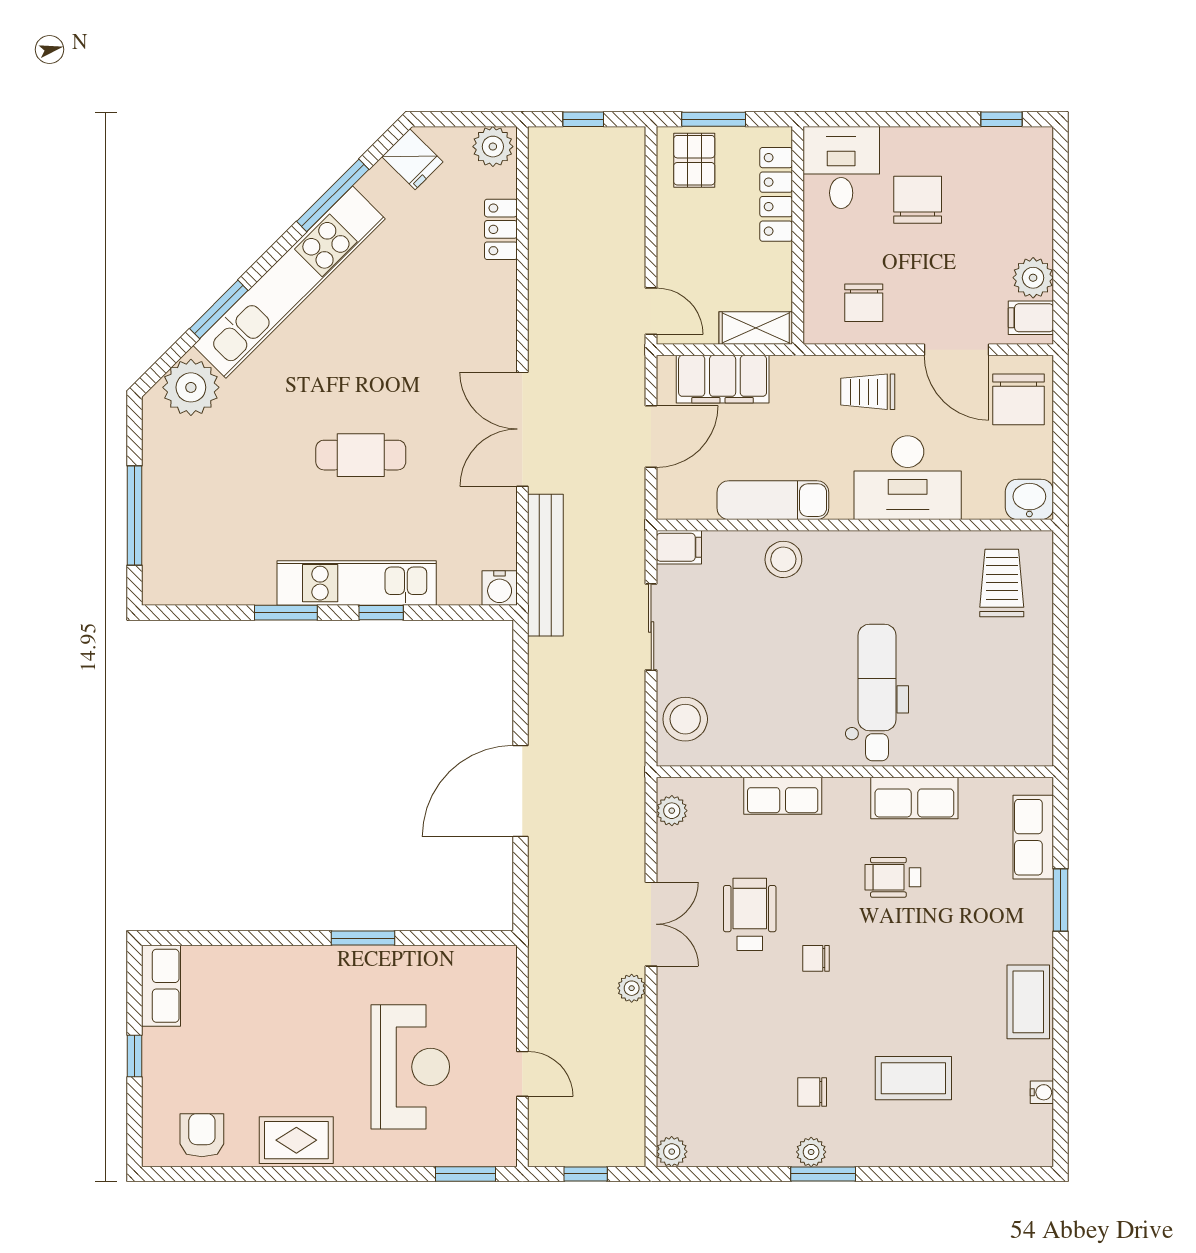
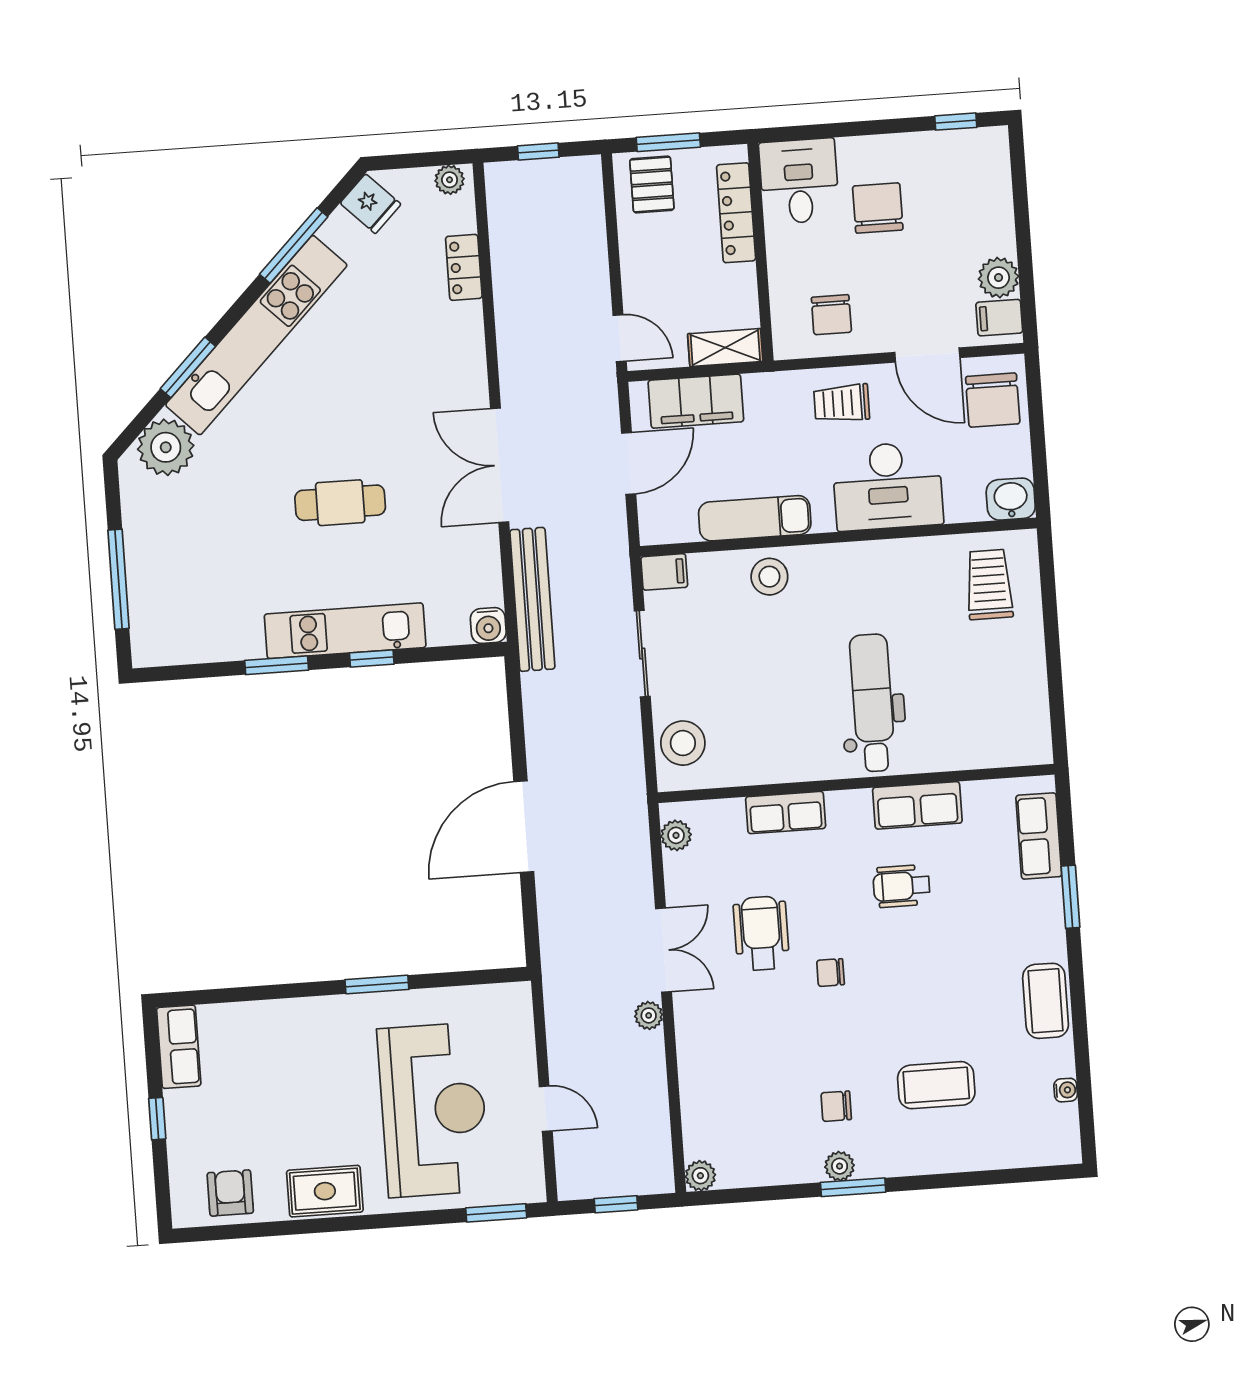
plant: (493, 147) -> (450, 180), width x0.73, depth x0.73
reception desk: (410, 1067) -> (433, 1110), width x1.36, depth x1.30

